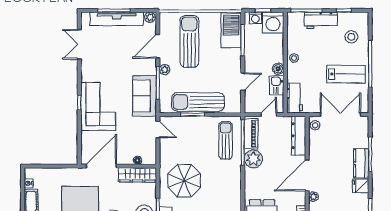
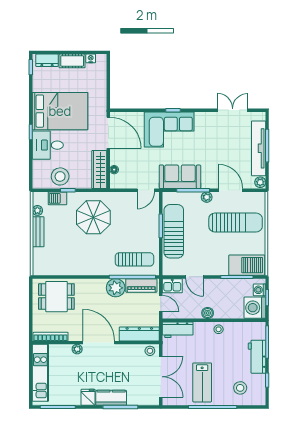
kitchen sink: (277, 85) -> (172, 286), moved, turned 180

